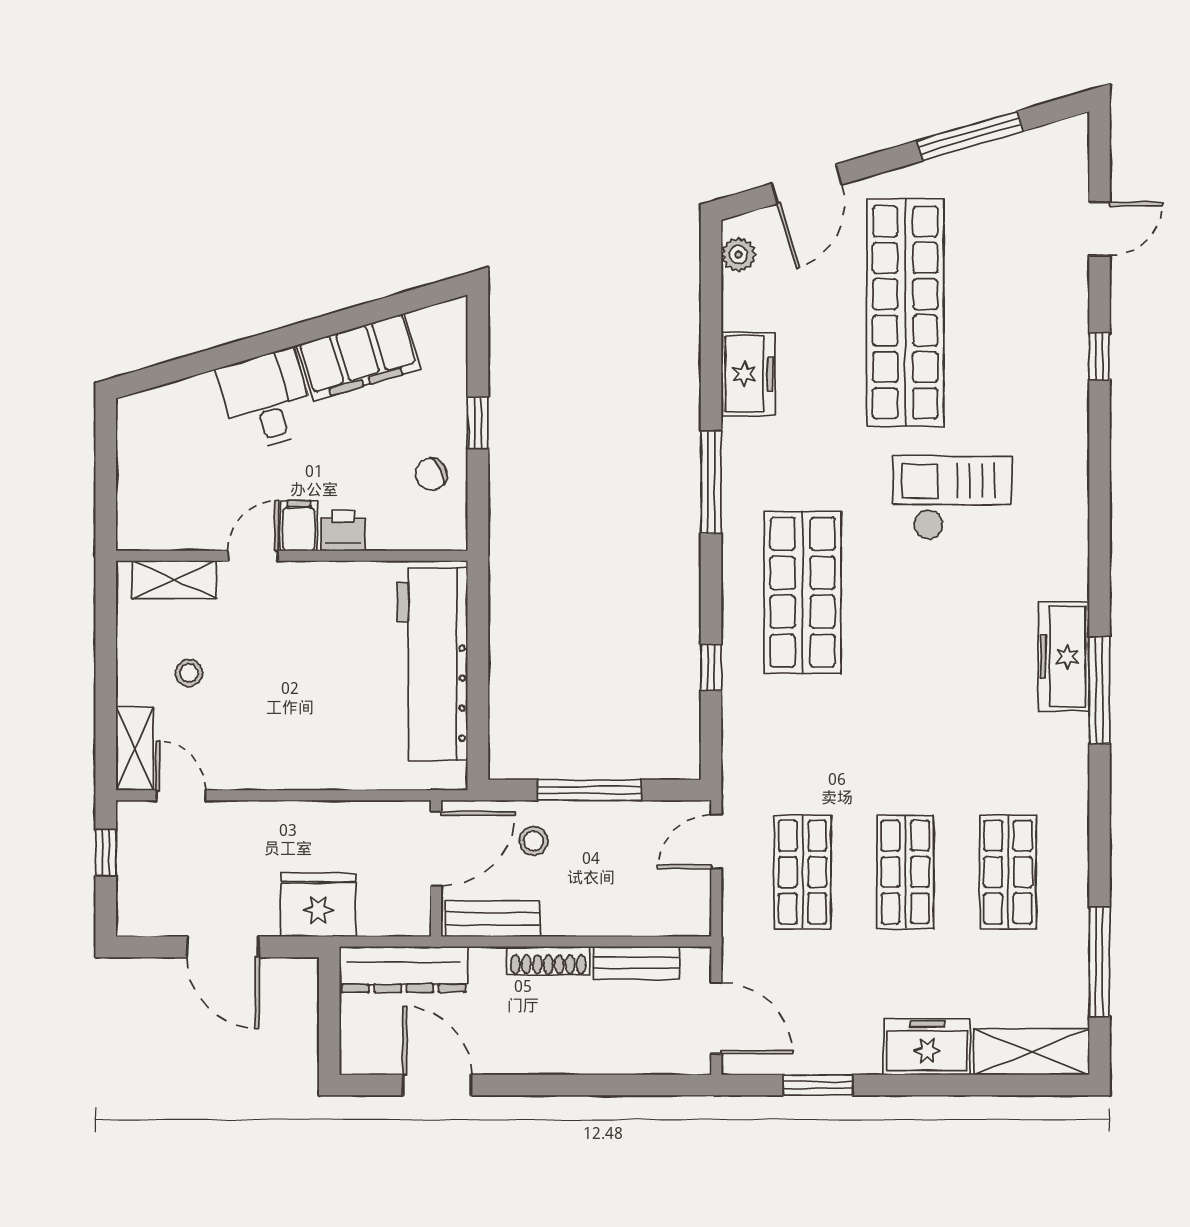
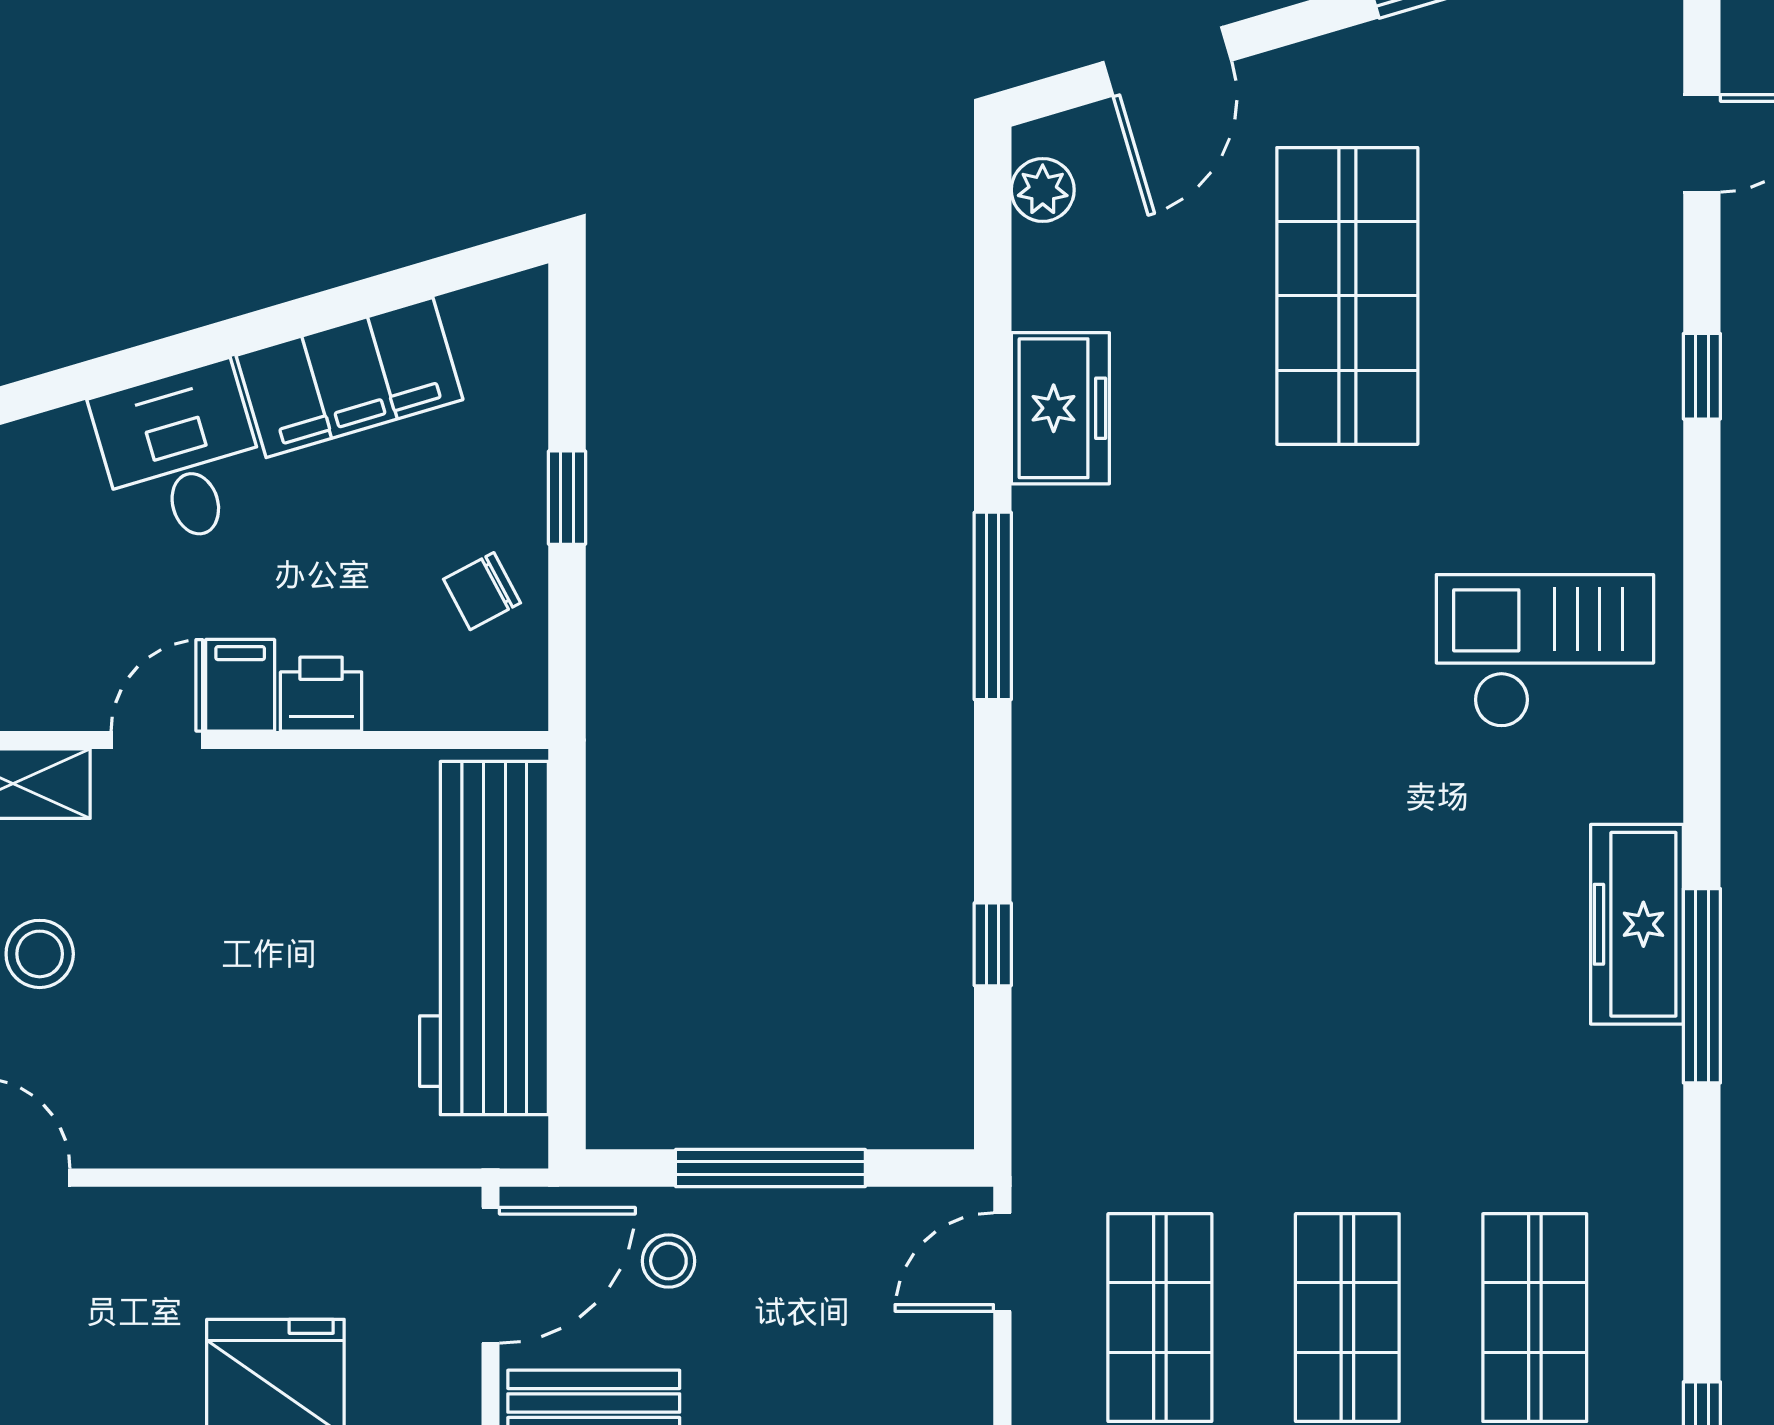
shop shelf: (905, 312) -> (1347, 296), width x0.71
checkout: (952, 498) -> (1545, 651), moved
shop shelf: (803, 592) -> (1160, 807), removed
stool: (189, 673) -> (40, 954), width x1.37, depth x1.37

